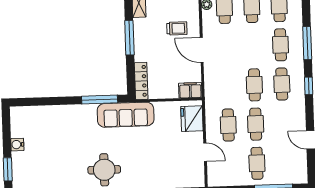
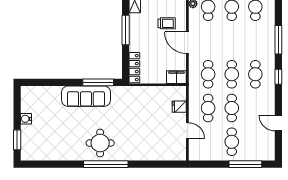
cafe table: (280, 45) -> (208, 74), moved
sofa: (126, 115) -> (86, 96), moved
fridge: (192, 119) -> (179, 107), width x0.53, depth x0.75

